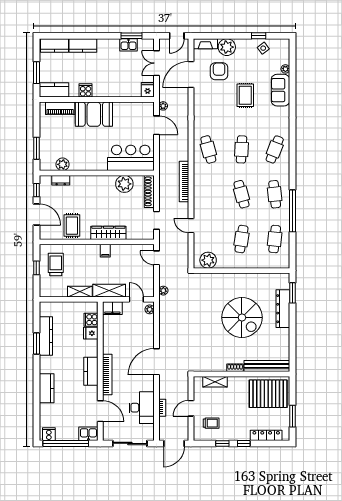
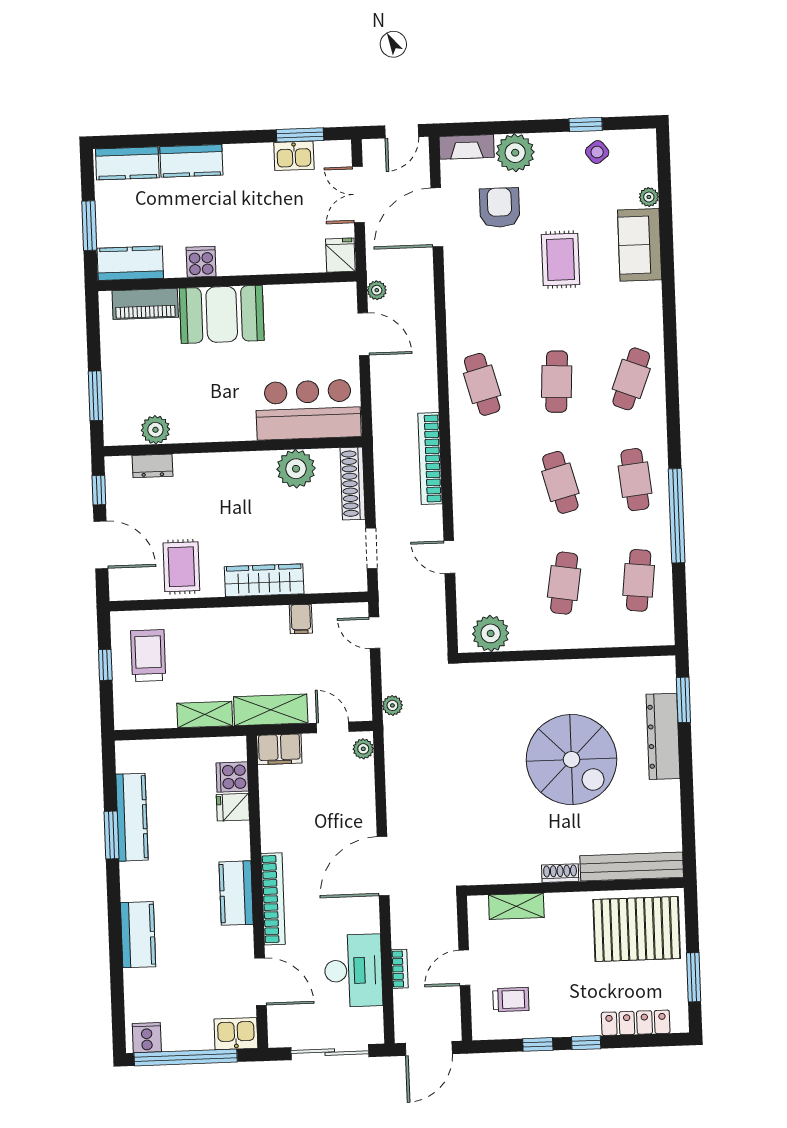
filing cabinet: (105, 251) -> (301, 619), moved

